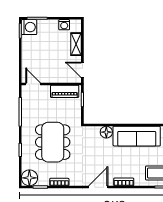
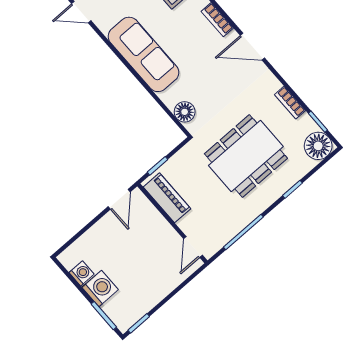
washing machine: (29, 27) -> (100, 288), moved, turned 90
shelving: (76, 44) -> (93, 236), removed
floor lamp: (106, 132) -> (185, 112), moved

